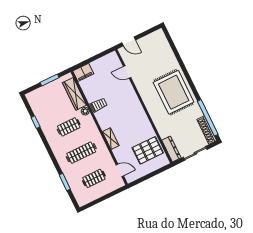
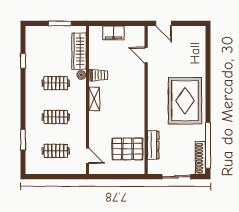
filing cabinet: (83, 72) -> (113, 33), moved
shelving: (111, 139) -> (94, 99), moved
dresser: (171, 149) -> (153, 145), moved
clothes rail: (81, 153) -> (56, 117), width x0.73

